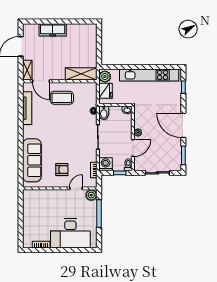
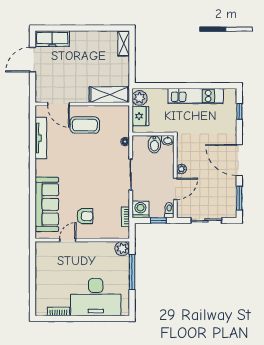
freezer: (53, 30) -> (52, 39), moved
shelving: (27, 70) -> (124, 43), moved
kitchen unit: (149, 75) -> (196, 96), width x0.73
bidet: (104, 113) -> (154, 144), moved
door: (76, 188) -> (68, 240), moved

